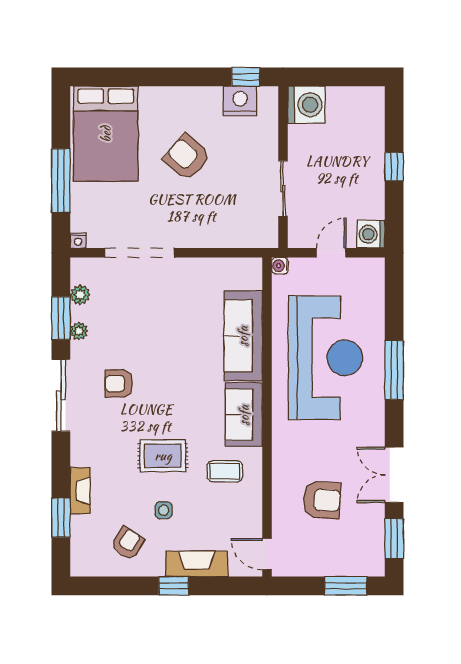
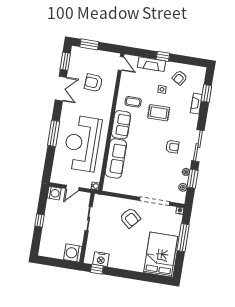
armchair: (187, 157) -> (130, 218), moved

